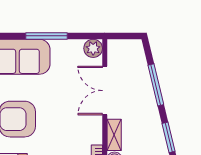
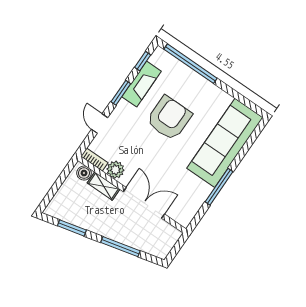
plant: (93, 48) -> (115, 170), moved

